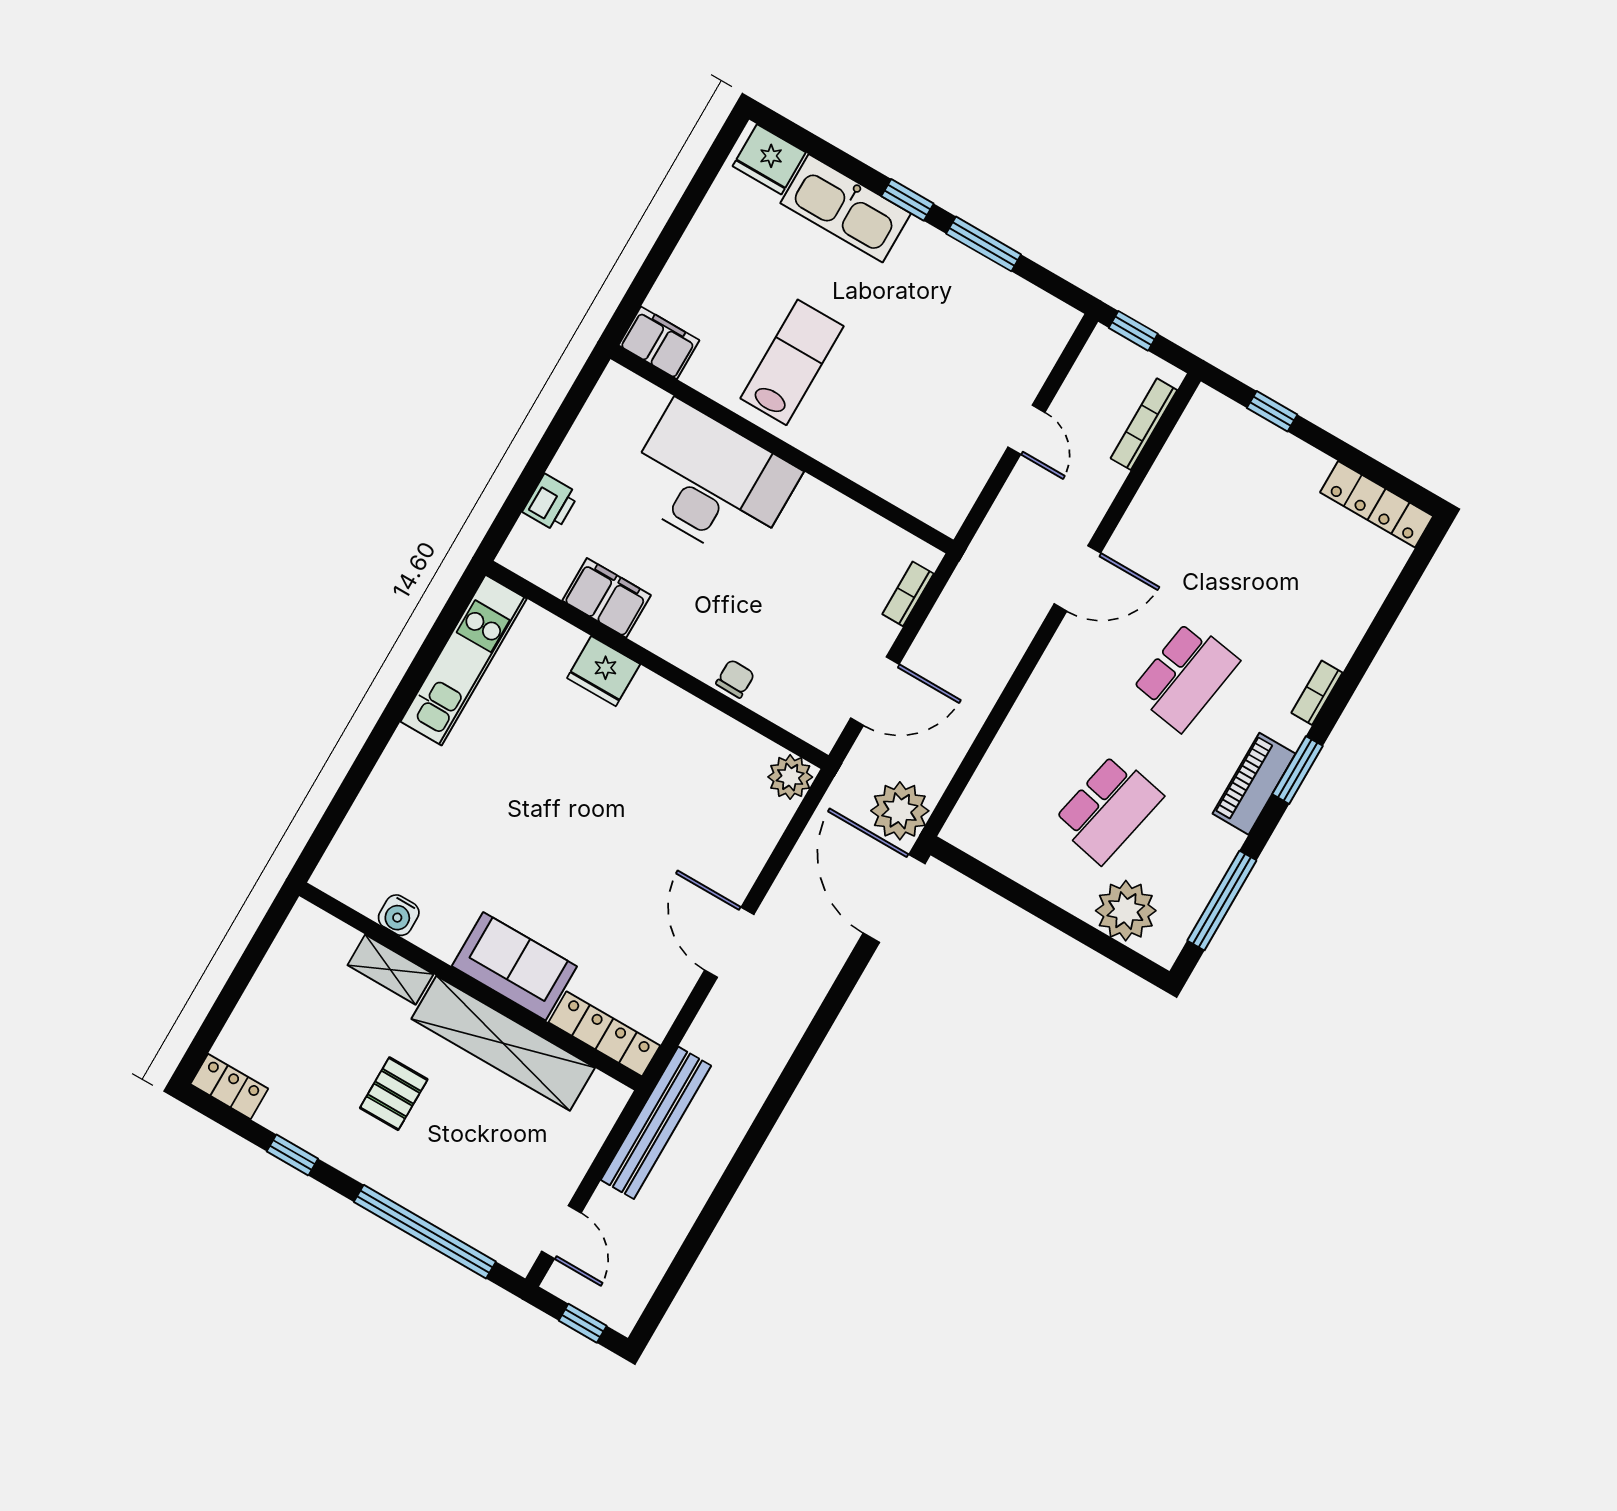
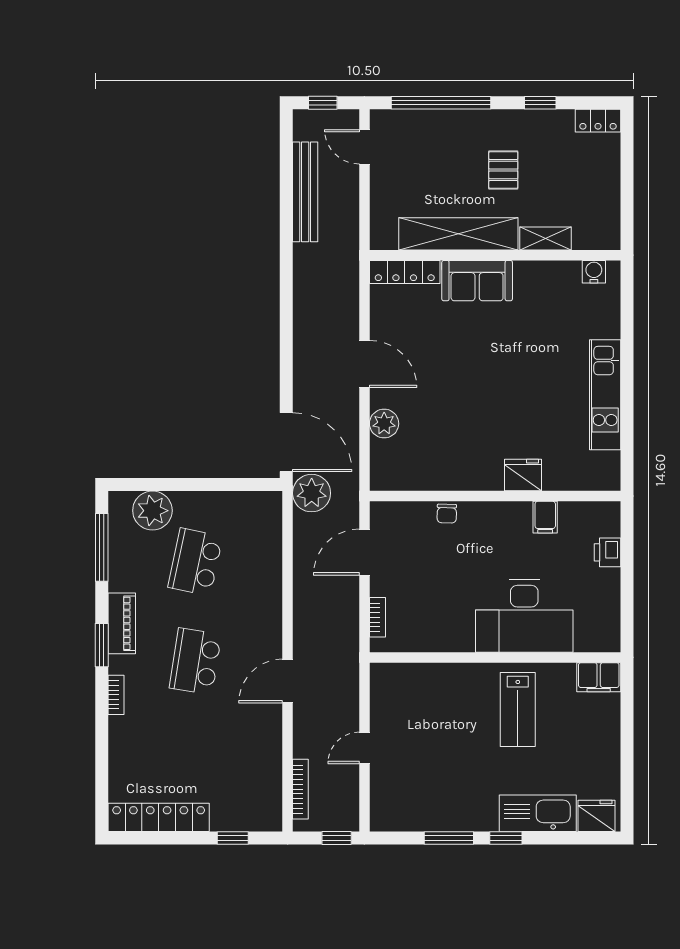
door: (1026, 430) -> (364, 748), hinge flipped
locker: (1377, 504) -> (159, 817), width x1.41, depth x1.21
filing cabinet: (607, 598) -> (545, 517), width x0.50
kitchen unit: (464, 660) -> (605, 395), moved
plant: (790, 777) -> (384, 424), moved
water cooler: (399, 915) -> (594, 272), moved
bench: (656, 1123) -> (305, 192), moved

